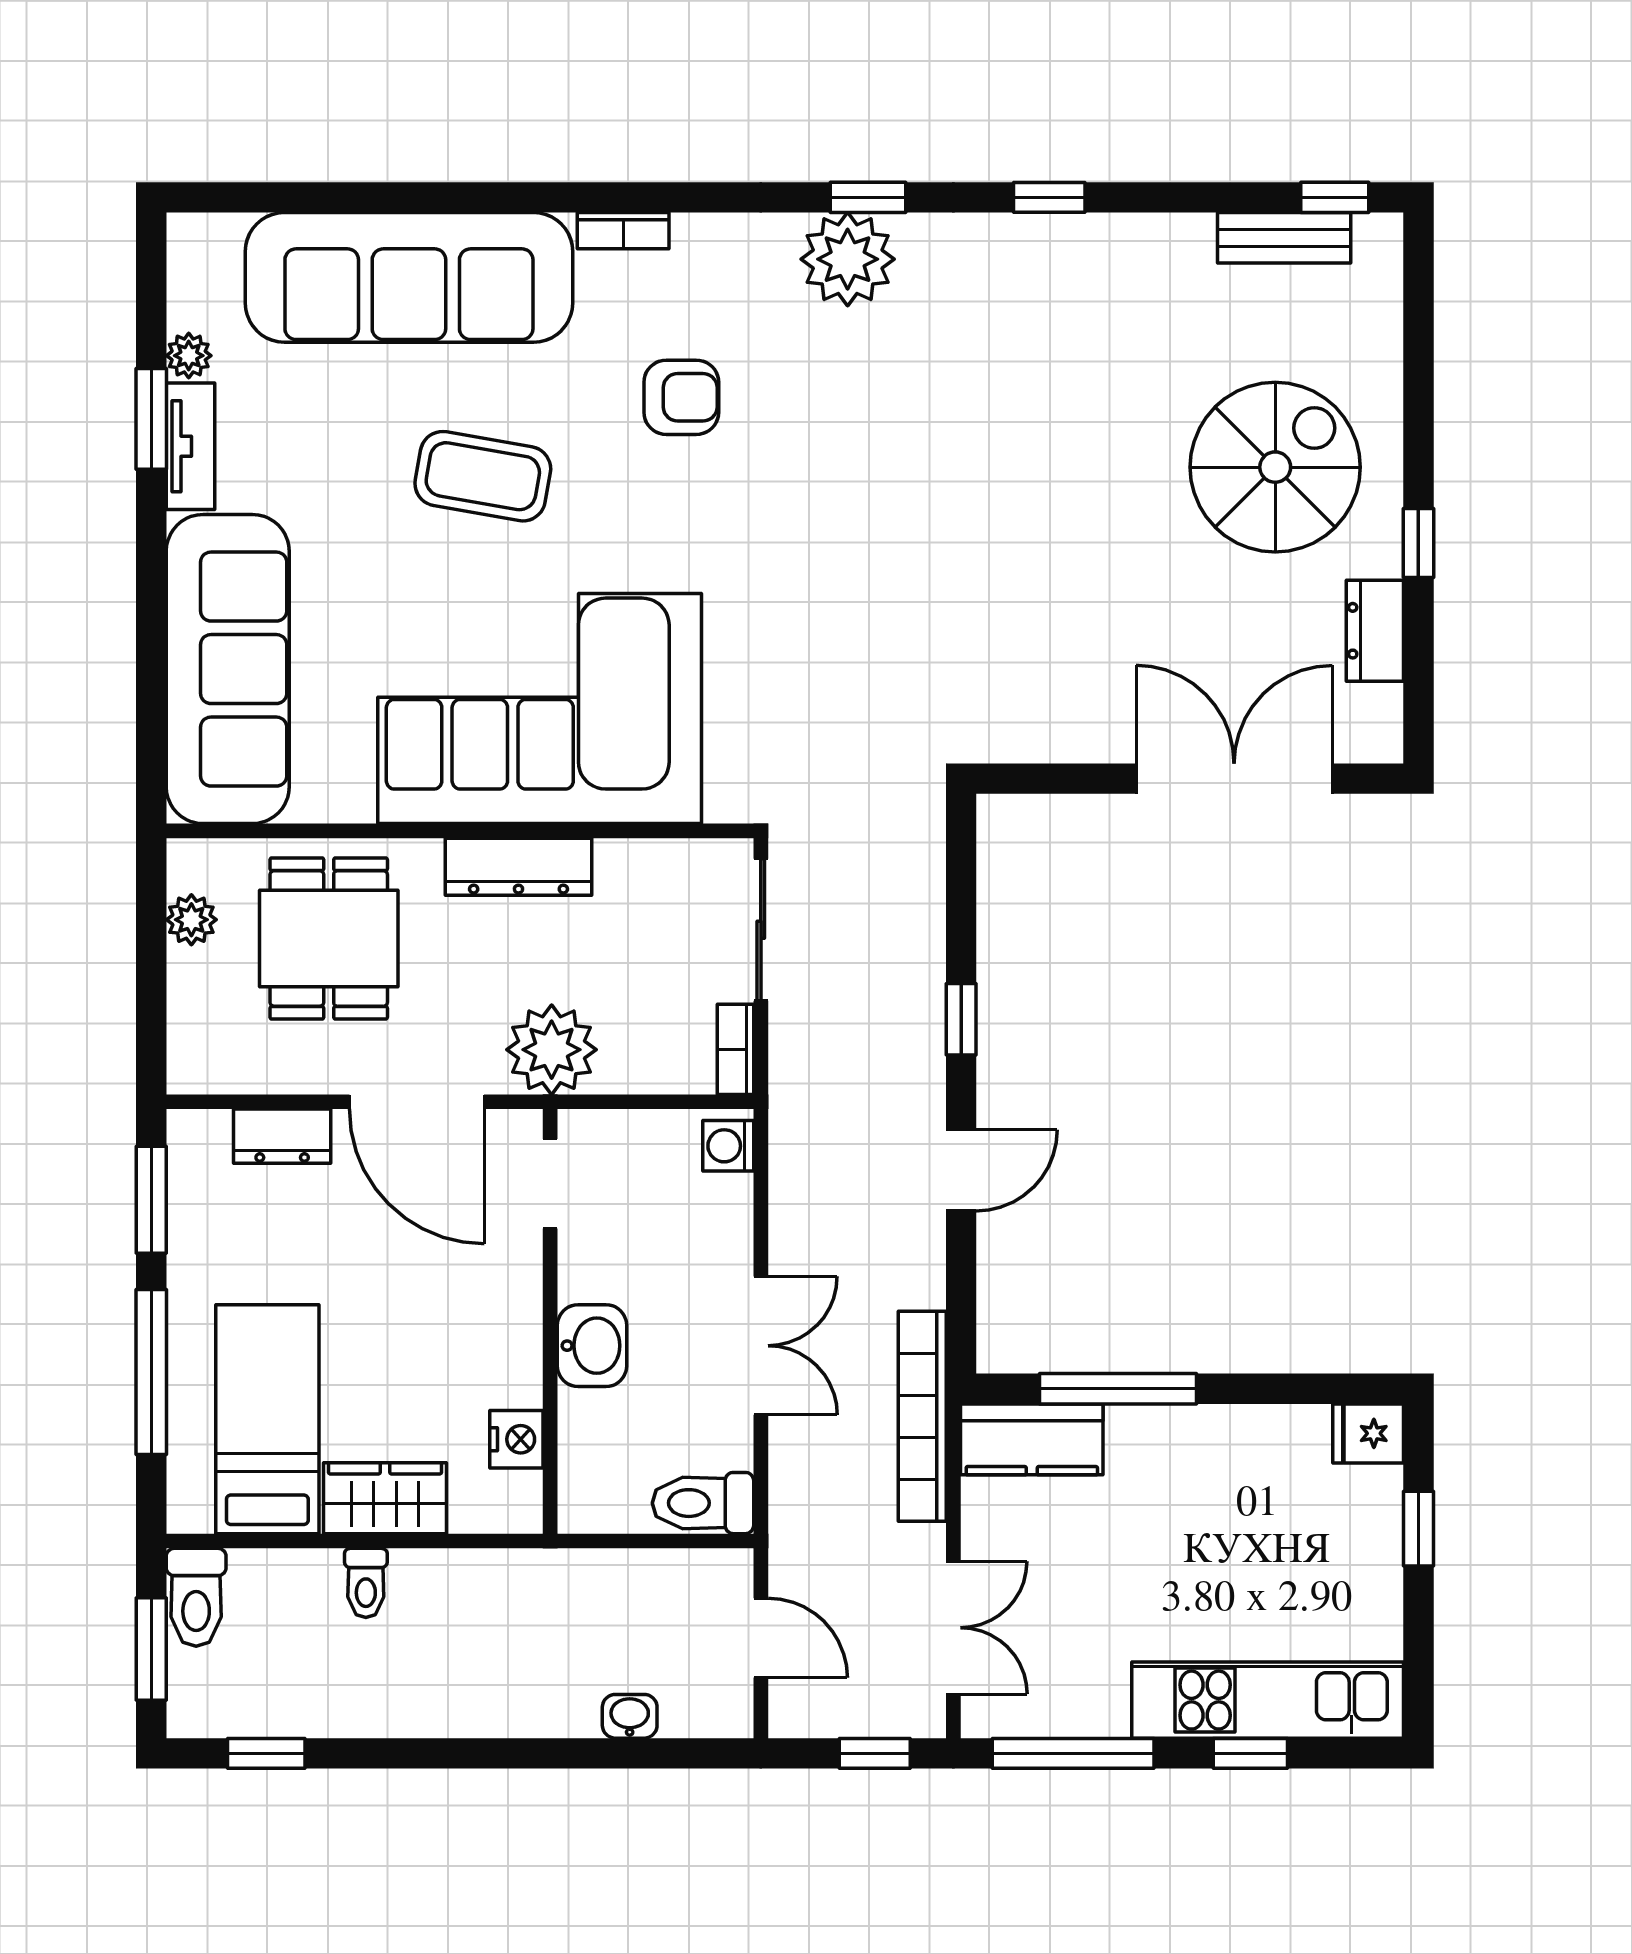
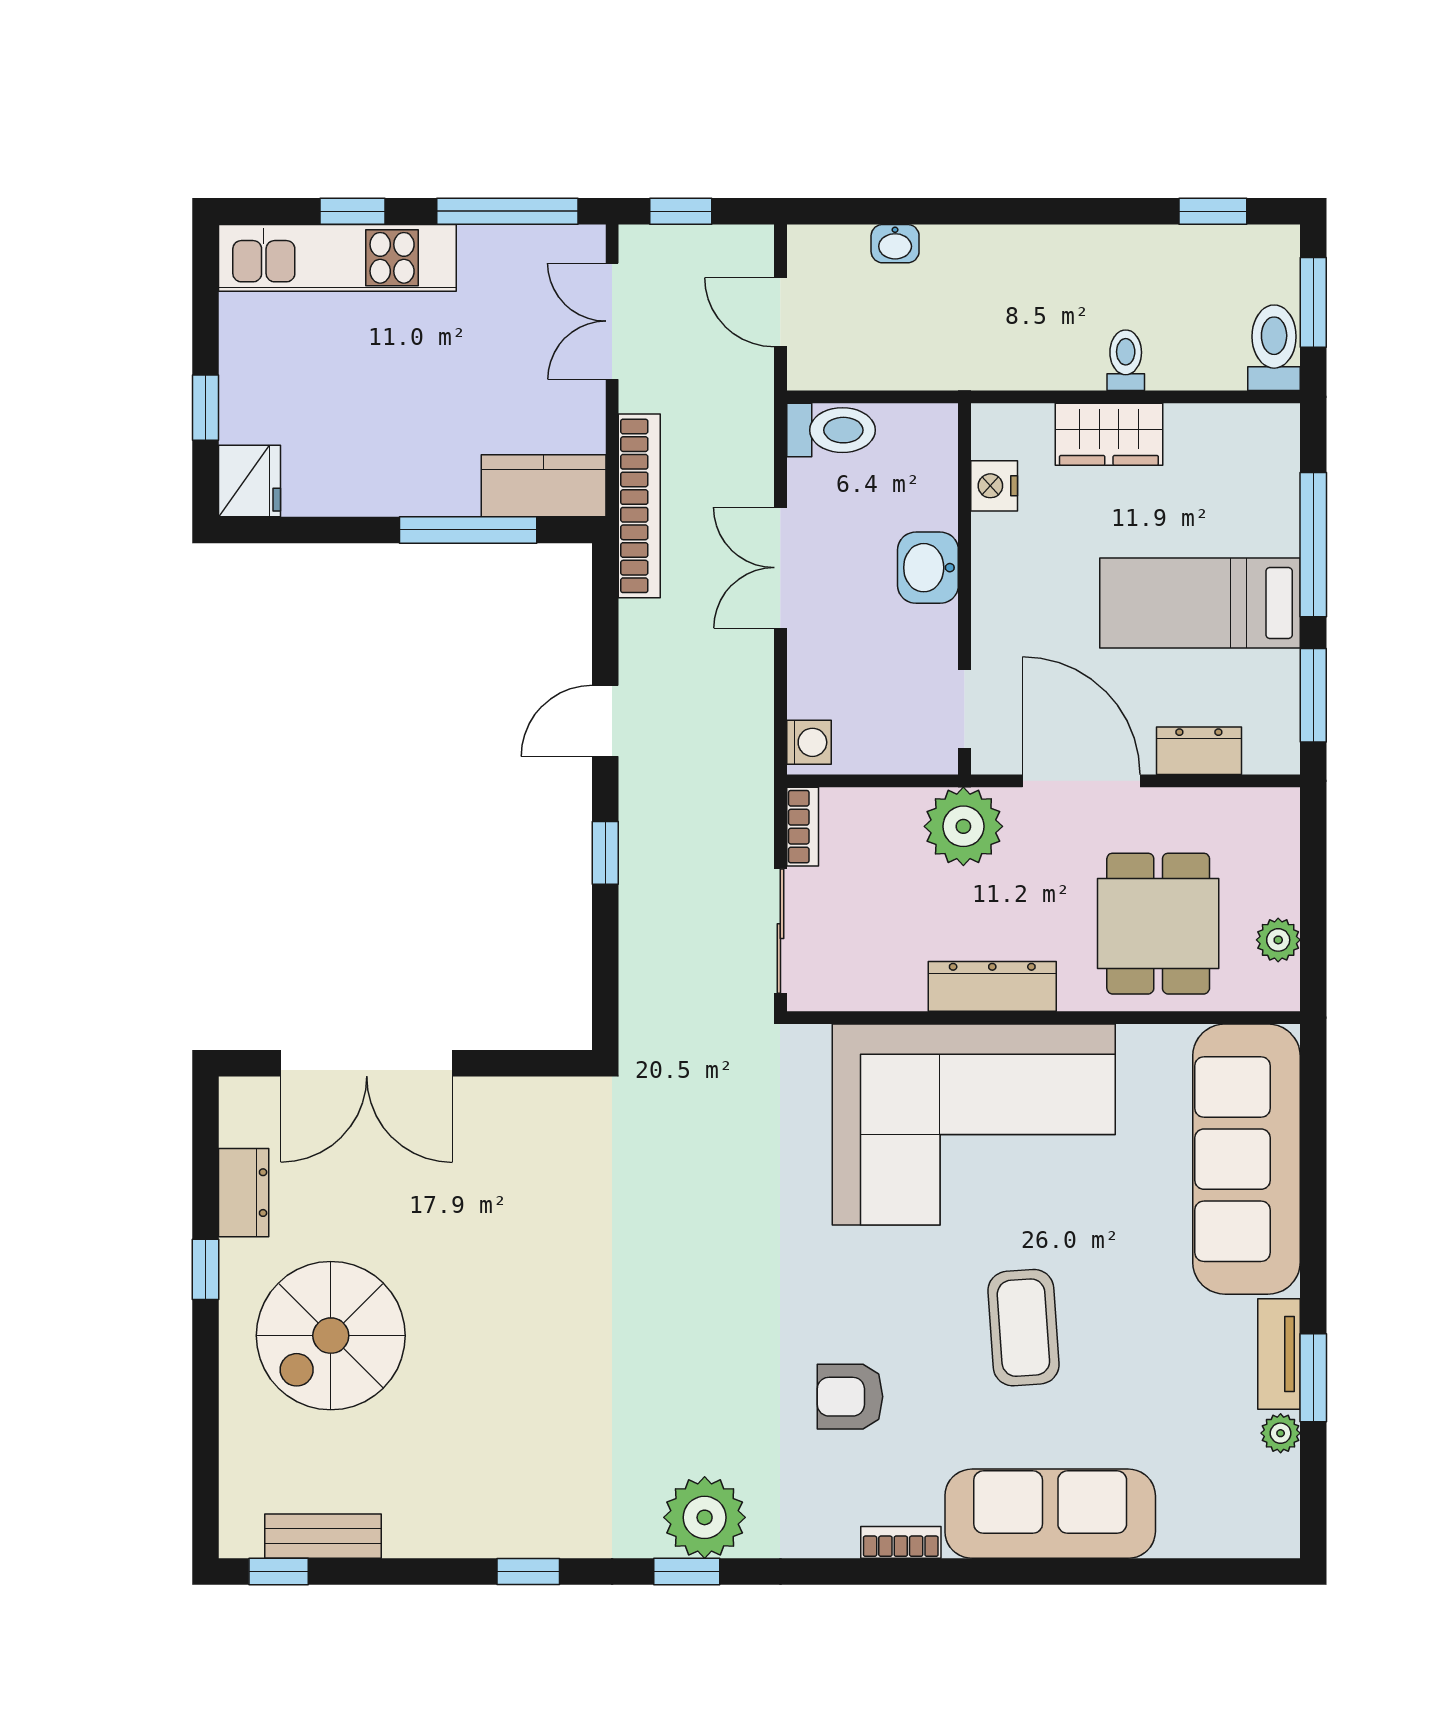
sofa: (409, 277) -> (1050, 1514), width x0.74, depth x0.79
coffee table: (483, 476) -> (1023, 1328), turned 76
bed: (267, 1419) -> (1200, 603), moved, turned 90
fridge: (1368, 1433) -> (250, 481), width x1.38

